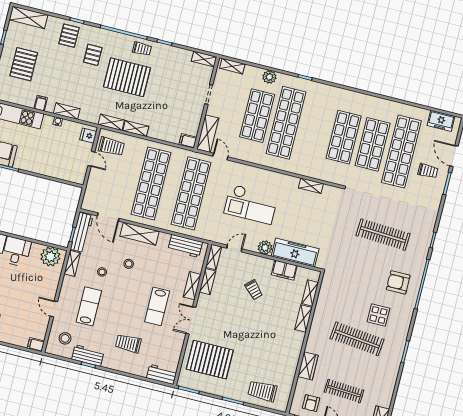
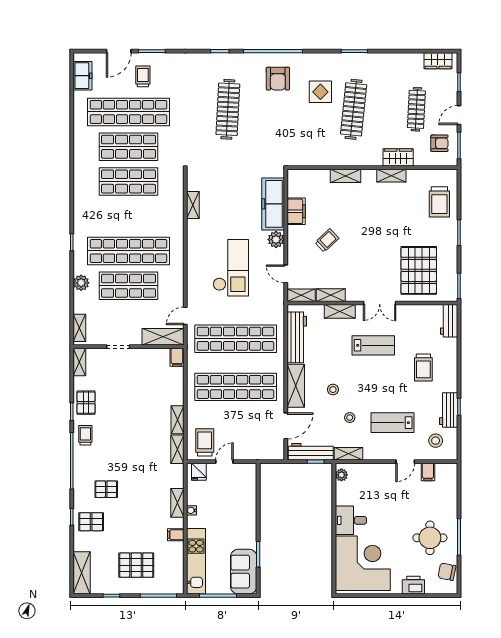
pallet: (127, 77) -> (86, 403), moved, width x0.49, depth x0.50
workbench: (185, 246) -> (297, 337), width x1.38
plant: (50, 257) -> (341, 475), width x0.53, depth x0.53
shelving: (310, 293) -> (391, 176), moved
filing cabinet: (36, 345) -> (428, 472), moved

